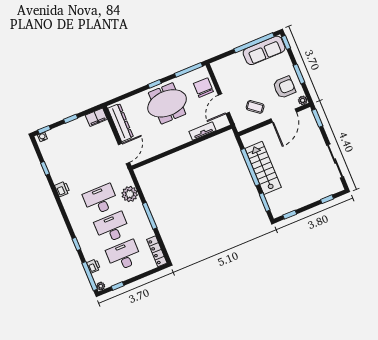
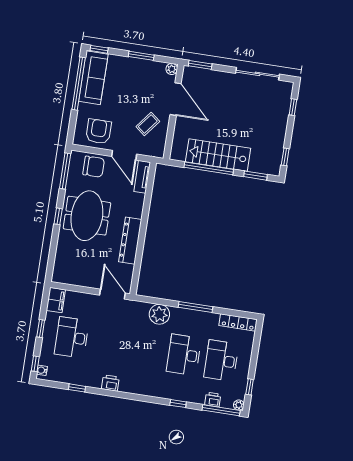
armchair: (284, 87) -> (99, 131), moved
chair: (203, 88) -> (94, 167), turned 180
dresser: (121, 123) -> (130, 241), moved, turned -90
tv unit: (202, 131) -> (142, 177), moved
desk: (101, 200) -> (72, 337), moved

